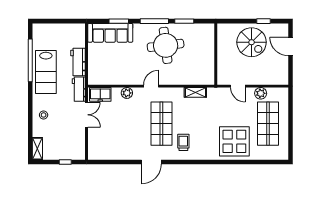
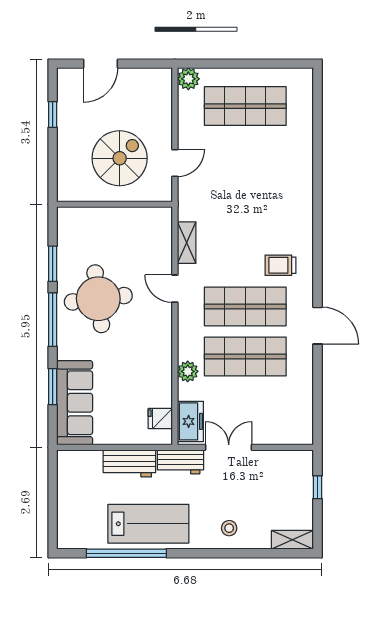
spiral stairs: (252, 42) -> (120, 158), moved
fridge: (102, 78) -> (160, 418), added
door: (151, 86) -> (175, 289), moved
plant: (261, 93) -> (188, 79), moved
shop shelf: (135, 124) -> (245, 357), added
display table: (234, 141) -> (279, 169), removed

